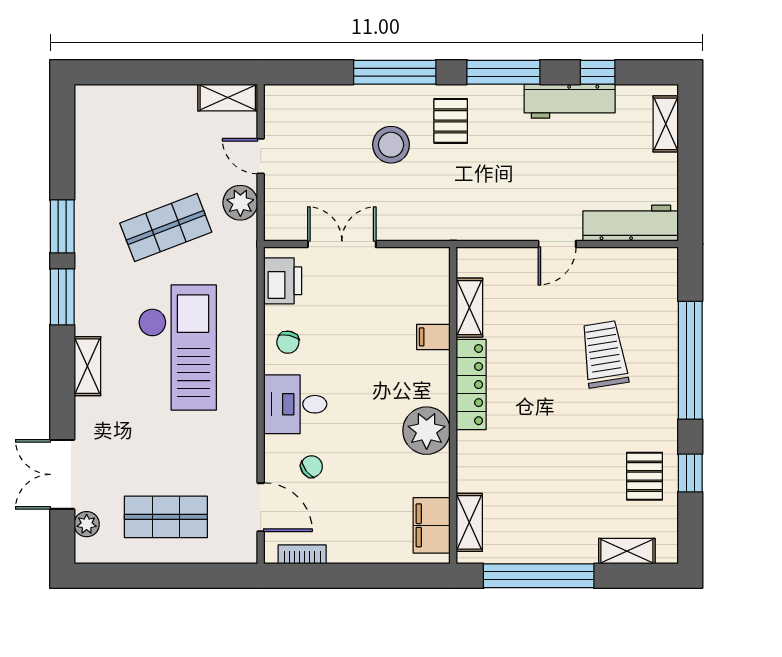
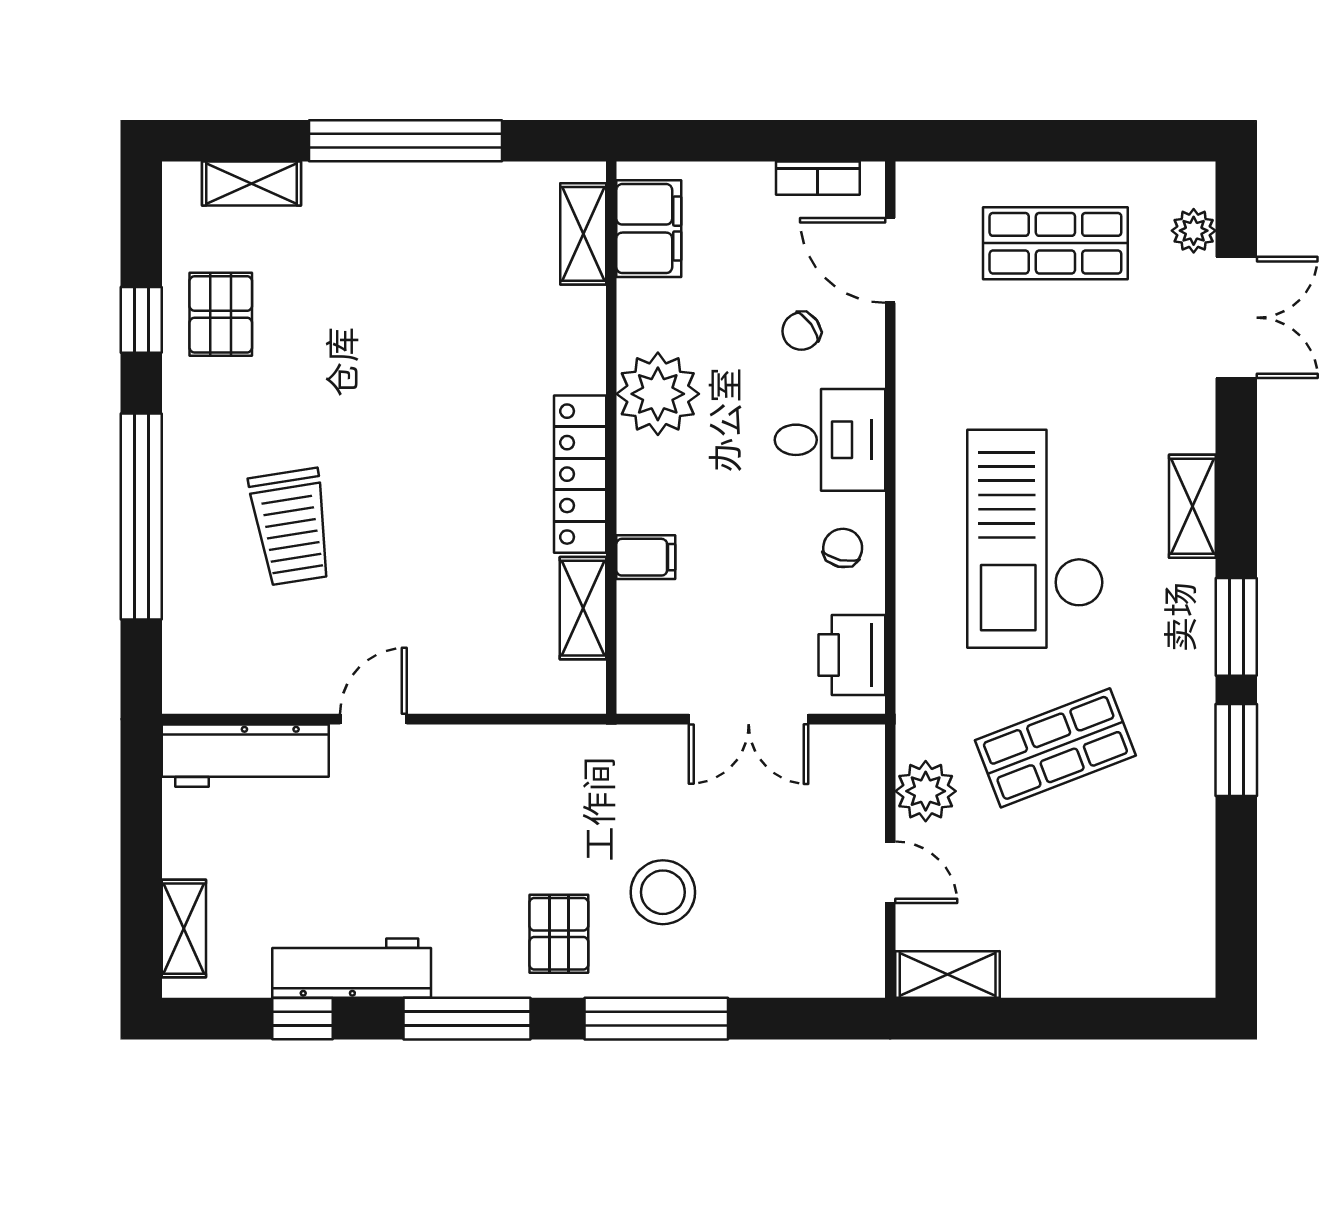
shelving: (469, 308) -> (583, 608), moved
filing cabinet: (433, 337) -> (646, 557), moved
locker: (471, 385) -> (580, 474), moved
wall: (453, 405) -> (611, 438), moved
plant: (427, 431) -> (658, 394), moved
shelving: (469, 522) -> (583, 234), moved
filing cabinet: (432, 525) -> (649, 229), moved

